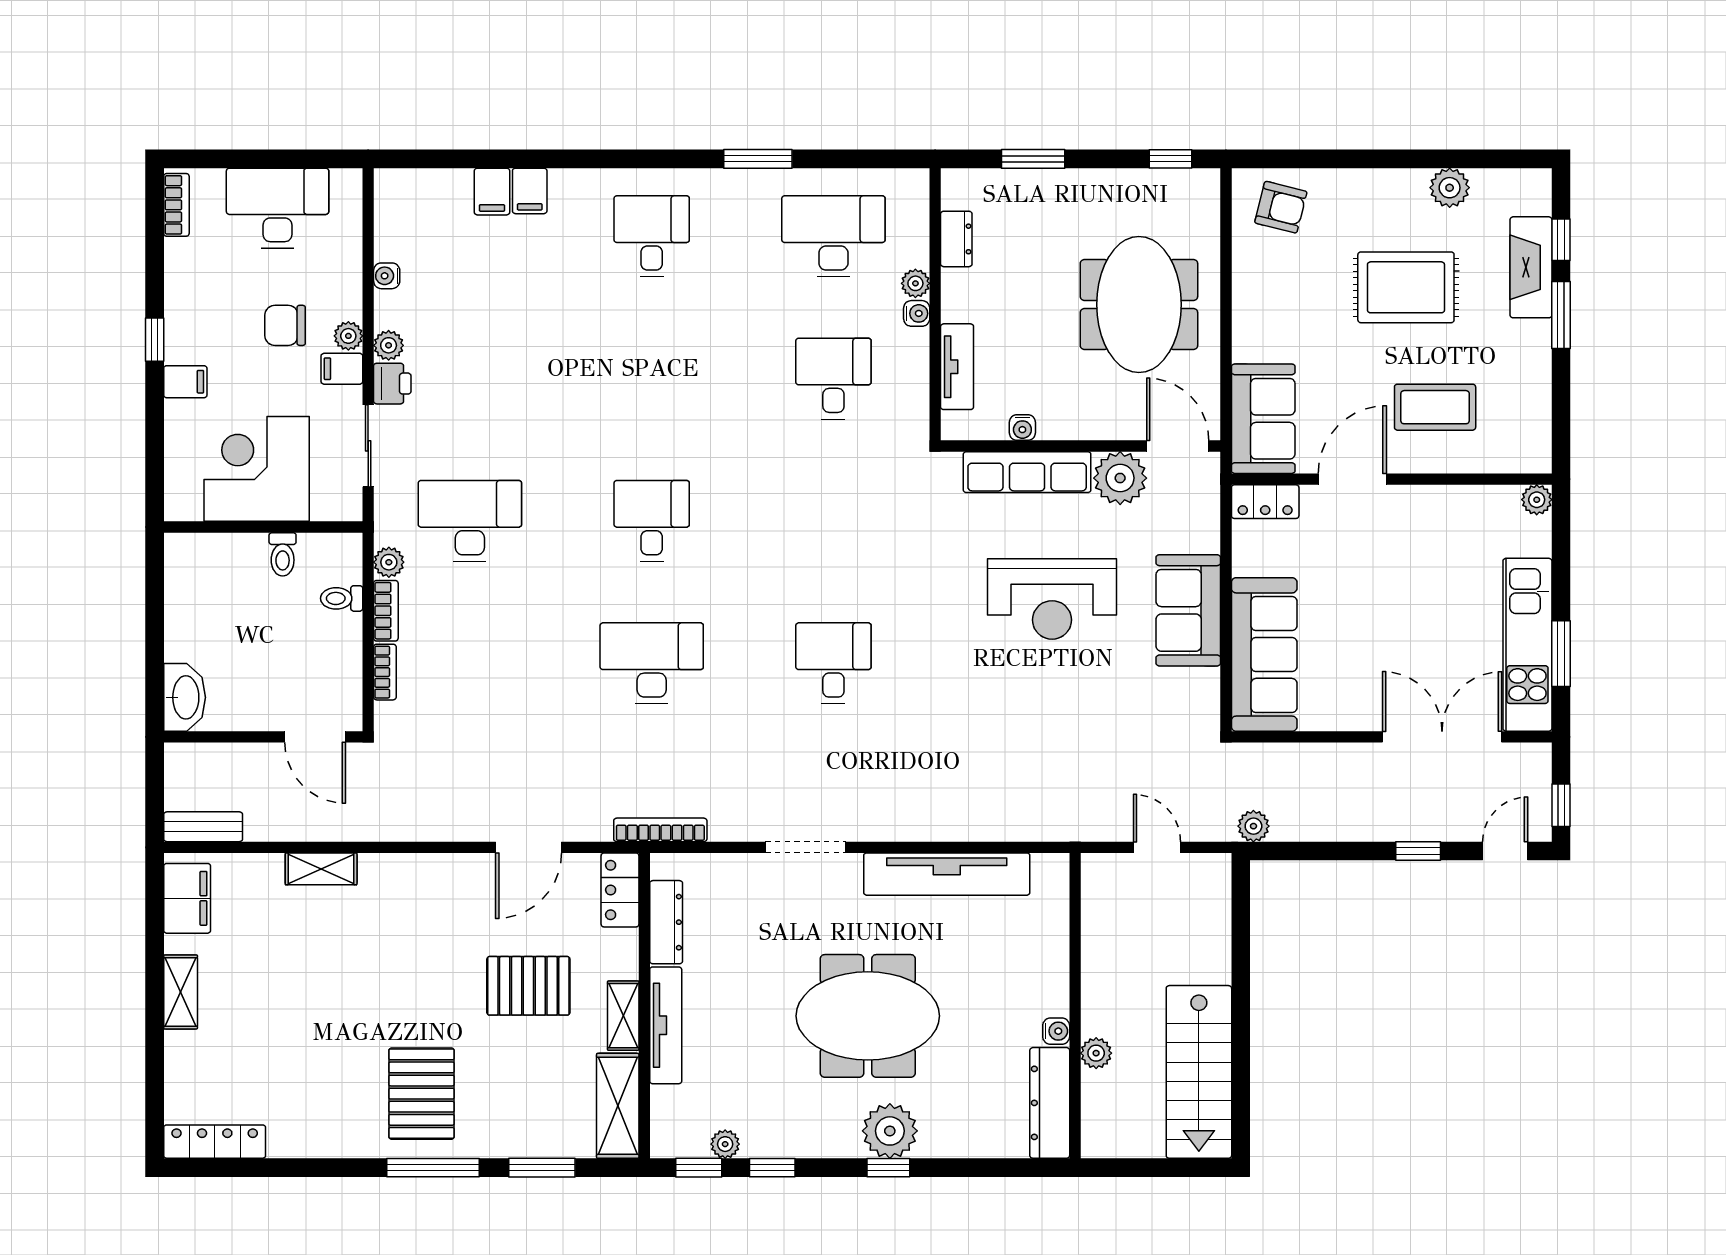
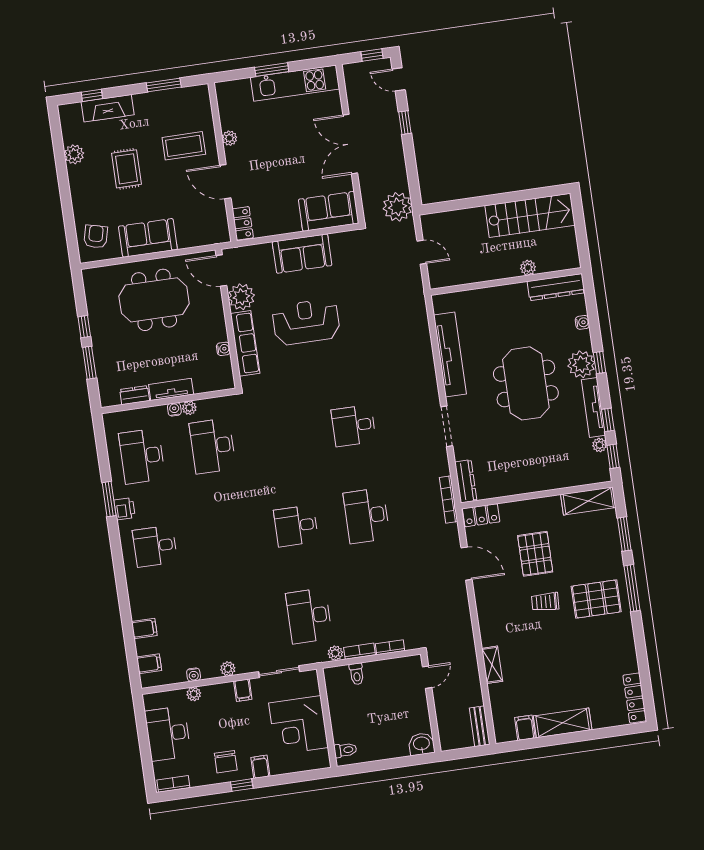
window: (1171, 159) -> (84, 327), moved
filing cabinet: (530, 191) -> (149, 664), moved
plant: (915, 283) -> (189, 408), moved
rug: (1406, 287) -> (126, 169), width x0.73, depth x0.70
window: (1561, 315) -> (164, 85), moved
chair: (285, 325) -> (226, 762), moved
plant: (348, 336) -> (194, 694), moved
tv unit: (957, 367) -> (171, 389), moved
desk: (833, 379) -> (213, 446), width x1.37
printer: (392, 384) -> (125, 509), moved, turned 90
coffee table: (1435, 407) -> (184, 146), turned 90
sofa: (1263, 419) -> (148, 238), moved
door: (1178, 446) -> (221, 271), hinge flipped
plant: (1537, 500) -> (229, 138), moved
toilet: (283, 554) -> (345, 750), moved
reception desk: (1052, 599) -> (306, 322), turned -90
sofa: (1264, 654) -> (329, 211), width x0.73
window: (1561, 654) -> (272, 69), moved
washbasin: (185, 697) -> (422, 744), width x0.72
door: (315, 737) -> (427, 677), width x0.73
double door: (1442, 737) -> (350, 144), moved
plant: (1253, 826) -> (398, 207), width x1.88, depth x1.88
door: (1157, 847) -> (422, 252), swing flipped
filing cabinet: (187, 898) -> (525, 728), width x0.50
dresser: (666, 922) -> (466, 481), moved, turned 90
shelving: (181, 992) -> (563, 723), width x1.50, depth x1.33
trolley: (431, 992) -> (545, 602), added
shelving: (623, 1016) -> (543, 505), removed
tv unit: (666, 1025) -> (593, 408), moved, turned -90
water cooler: (1056, 1031) -> (582, 322), moved, turned 90

